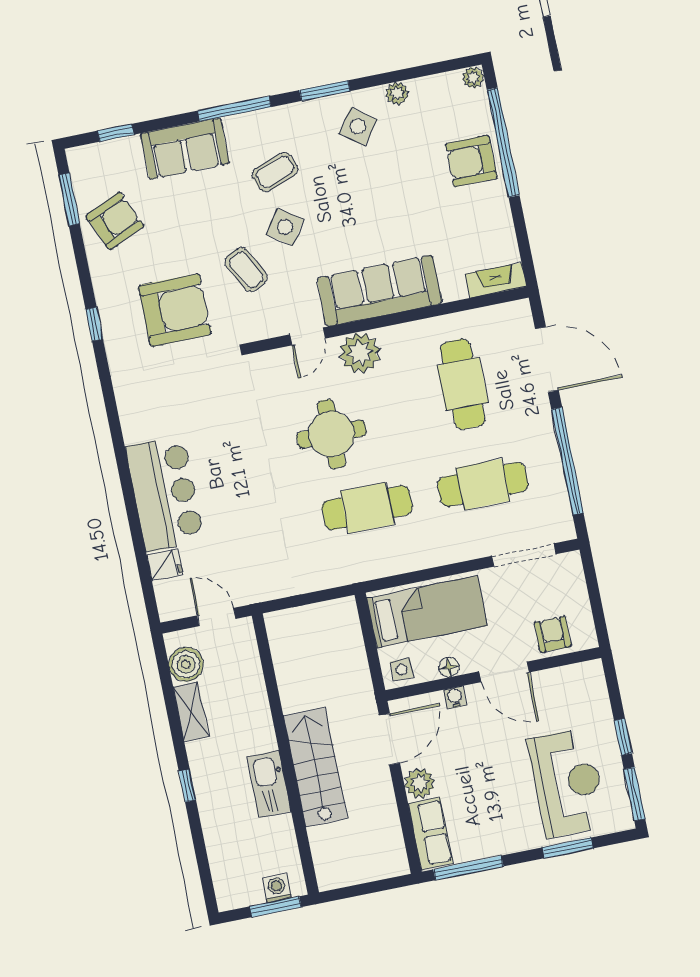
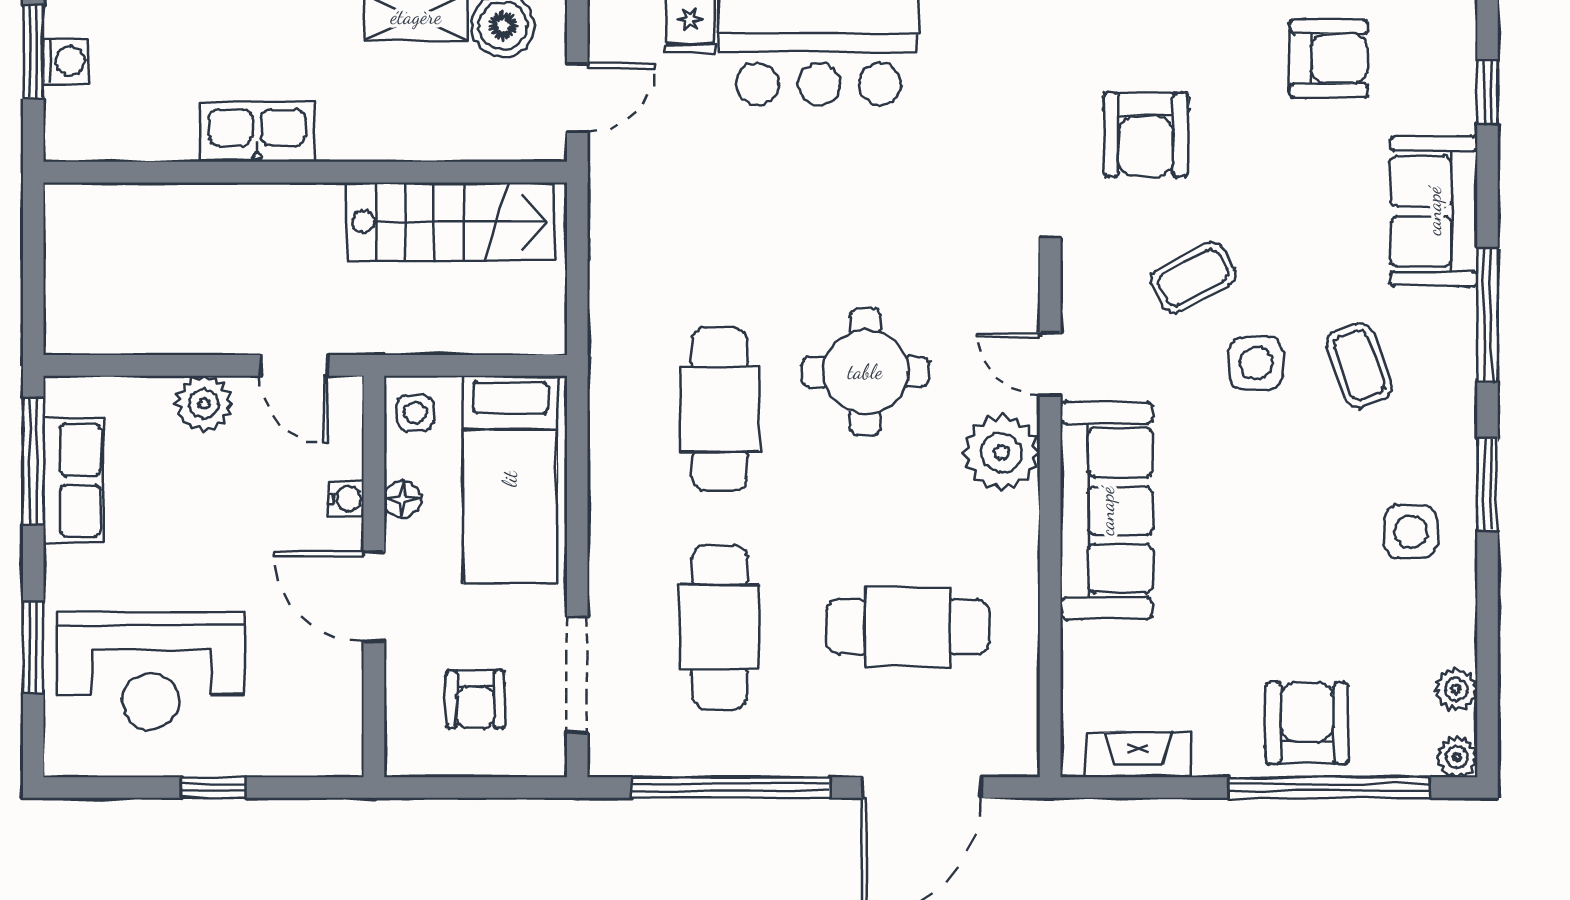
plant: (397, 93) -> (1456, 689), moved
side table: (358, 126) -> (1411, 531), turned -36
armchair: (115, 221) -> (1329, 58), turned -66
side table: (285, 227) -> (1256, 363), turned -34
fireplace: (496, 280) -> (1138, 755), moved, turned -90
armchair: (175, 310) -> (1146, 134), width x0.73, depth x0.73
armchair: (553, 634) -> (475, 699), moved, turned 90
door: (504, 672) -> (374, 597), hinge flipped
door: (389, 739) -> (294, 365), width x0.73
stairs: (315, 767) -> (451, 222), moved
window: (634, 794) -> (106, 787), removed
row of seats: (431, 833) -> (73, 480), moved, turned -90
washing machine: (277, 888) -> (66, 61), moved
window: (275, 907) -> (33, 52), moved

